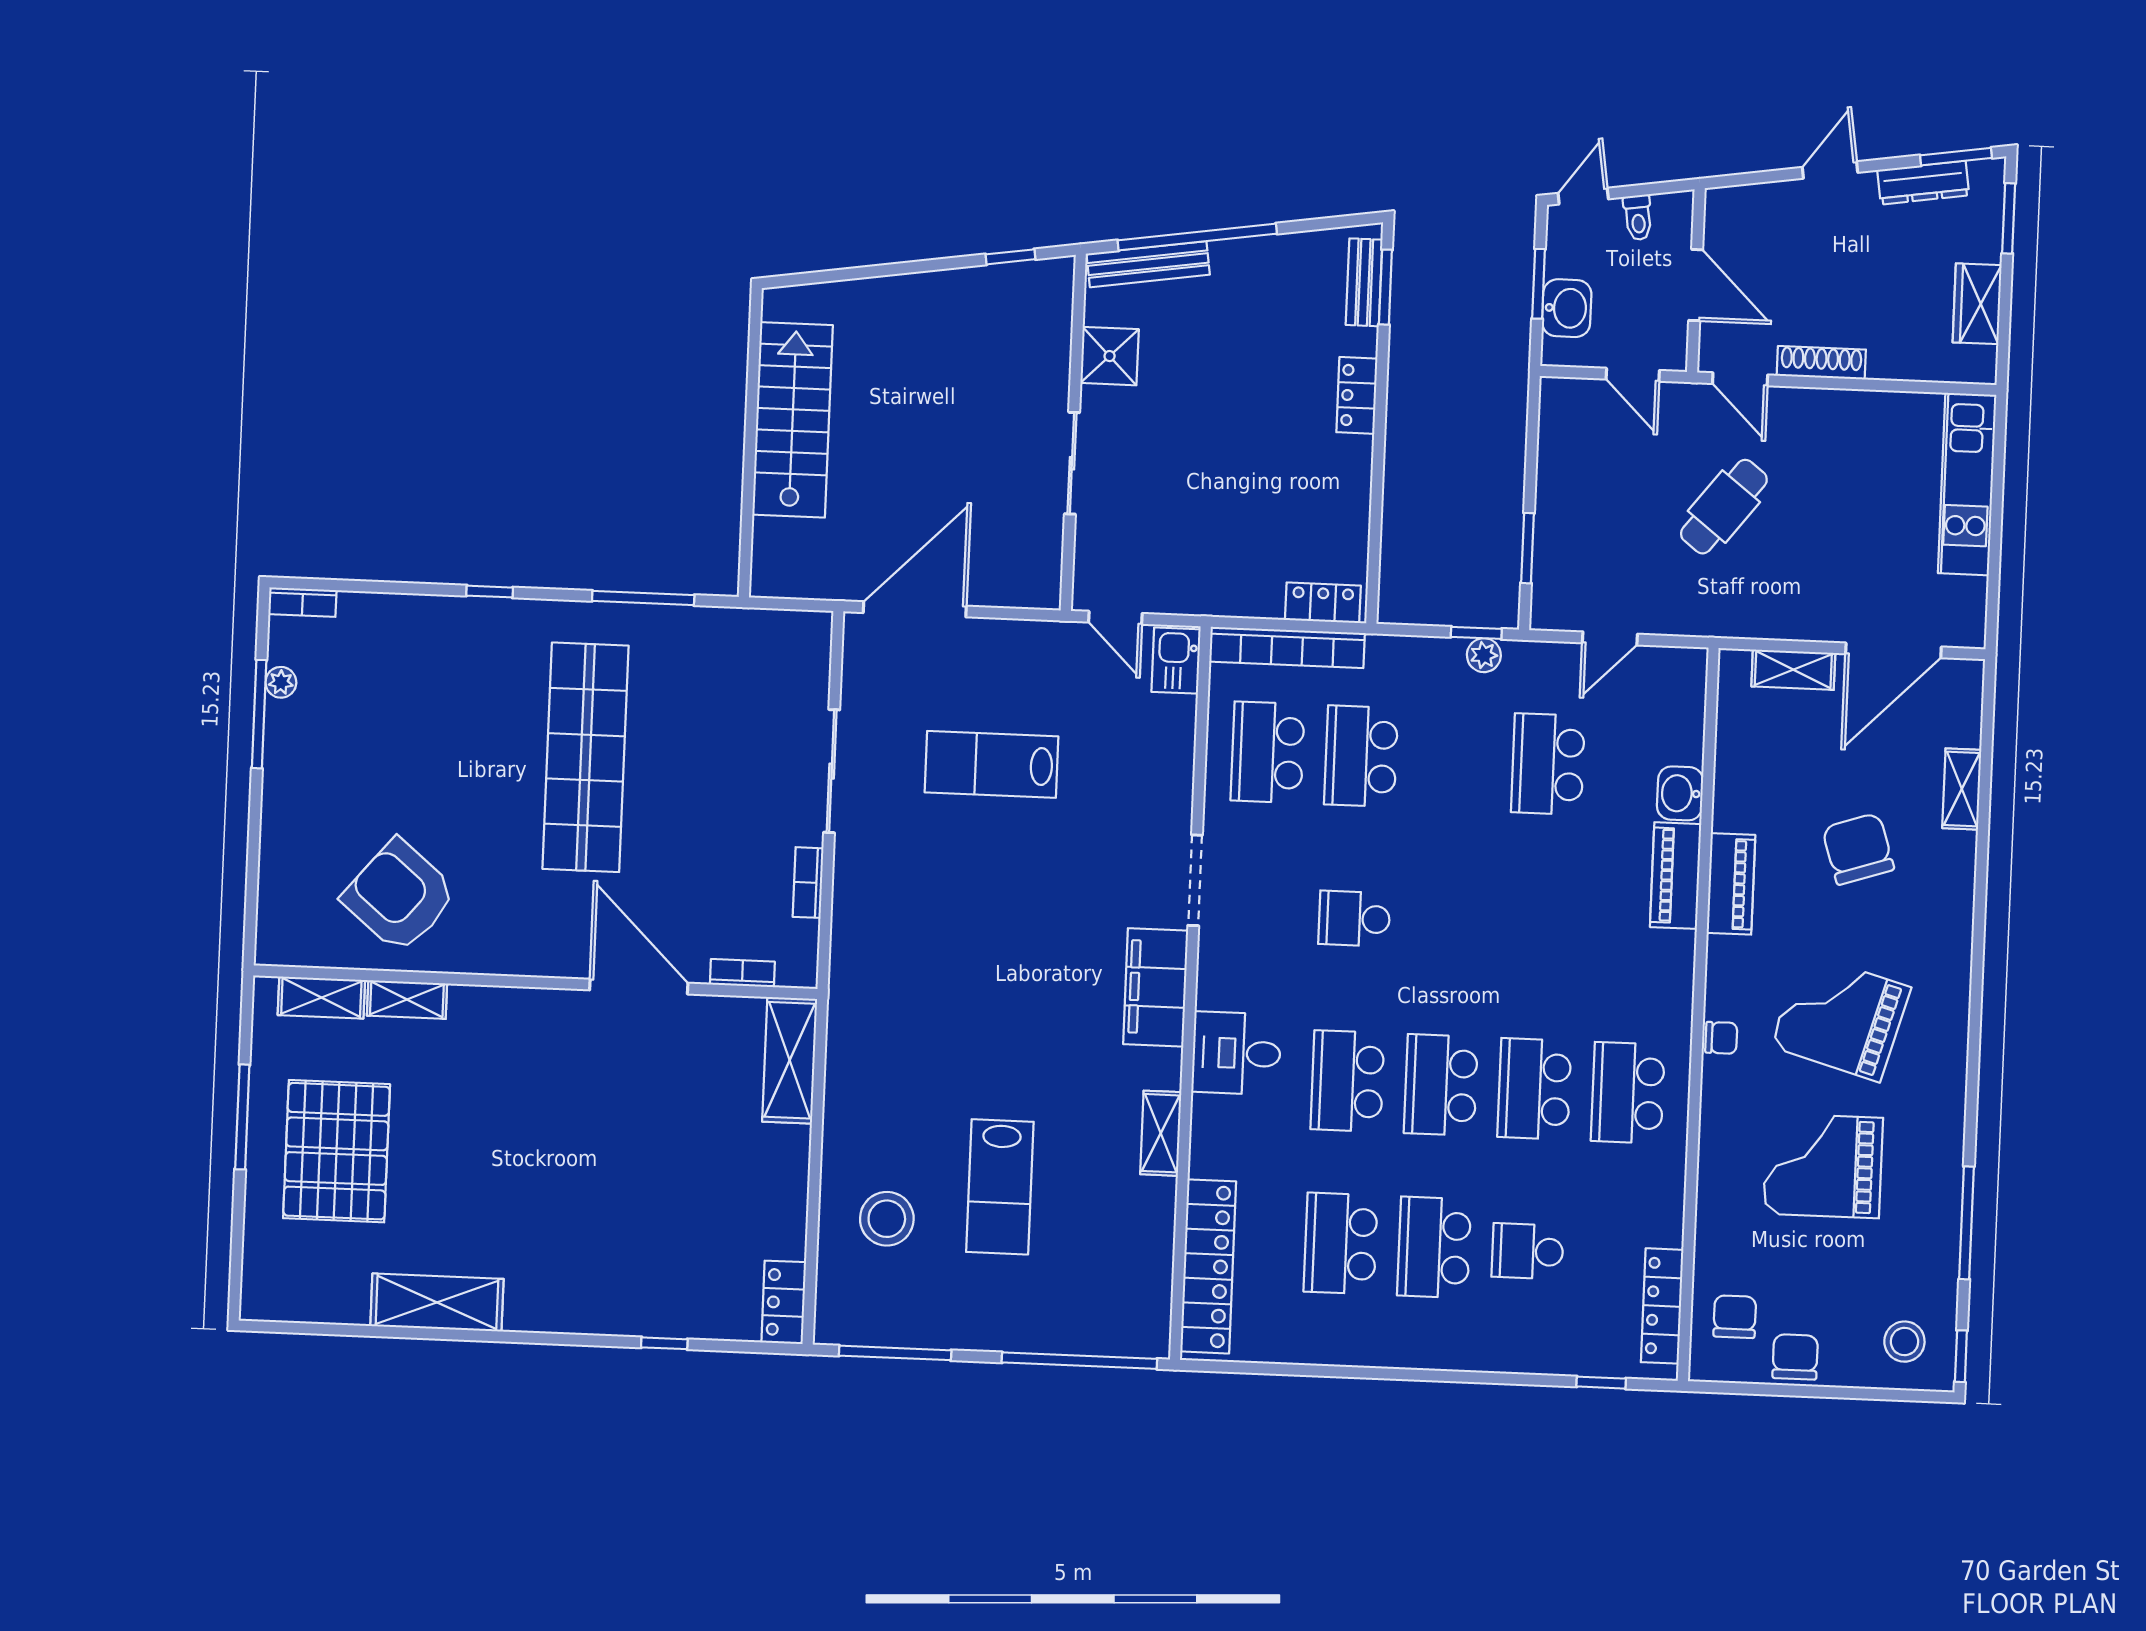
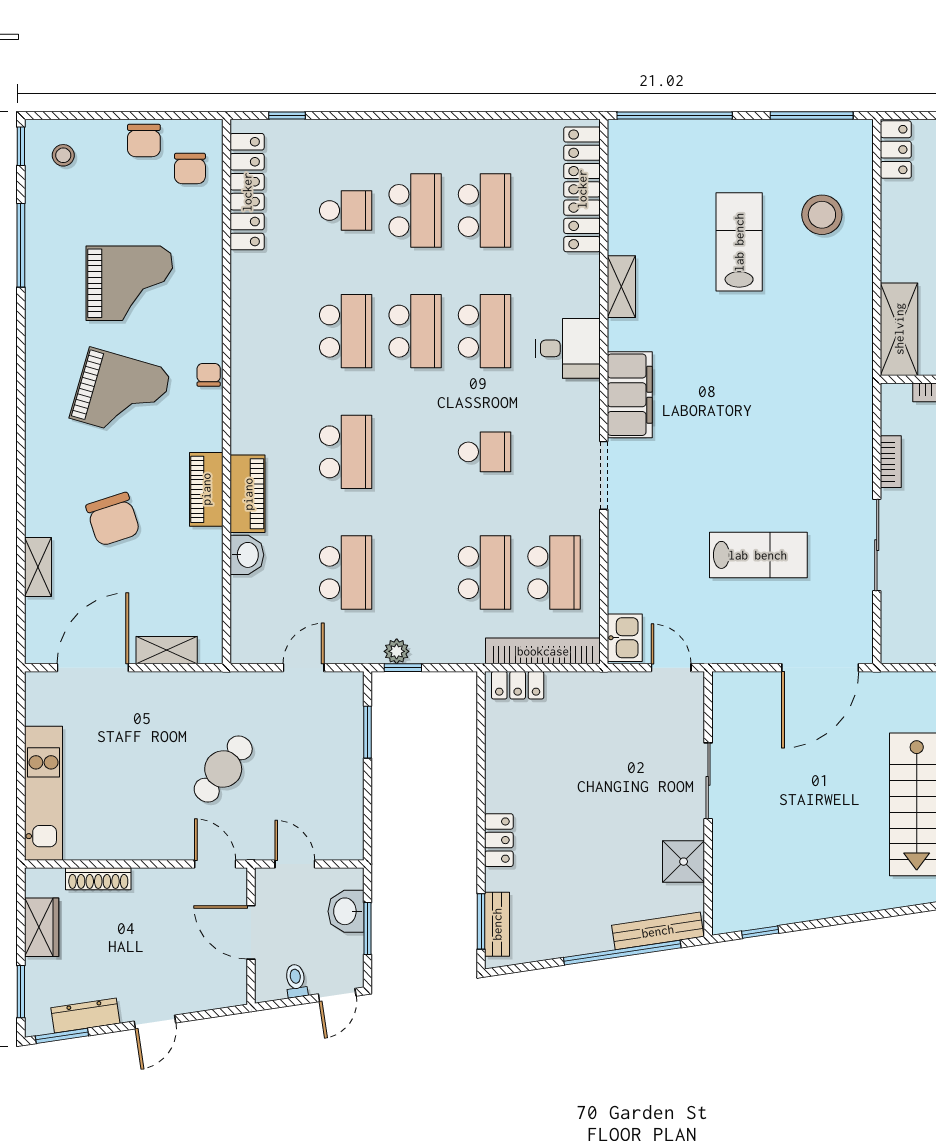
shoe rack: (1821, 363) -> (98, 879), moved
chair: (1721, 1038) -> (209, 375), turned 90
school desk: (1628, 1093) -> (346, 452), moved
locker: (1662, 1306) -> (247, 192), width x1.41, depth x1.21
stool: (1904, 1342) -> (63, 155), width x0.73, depth x0.73

